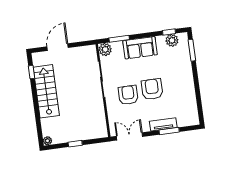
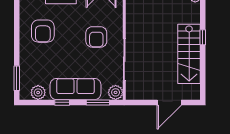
window: (169, 32) -> (62, 102), moved
sofa: (140, 48) -> (75, 89), width x1.36
window: (32, 72) -> (203, 37), moved
armchair: (152, 89) -> (43, 31), moved

